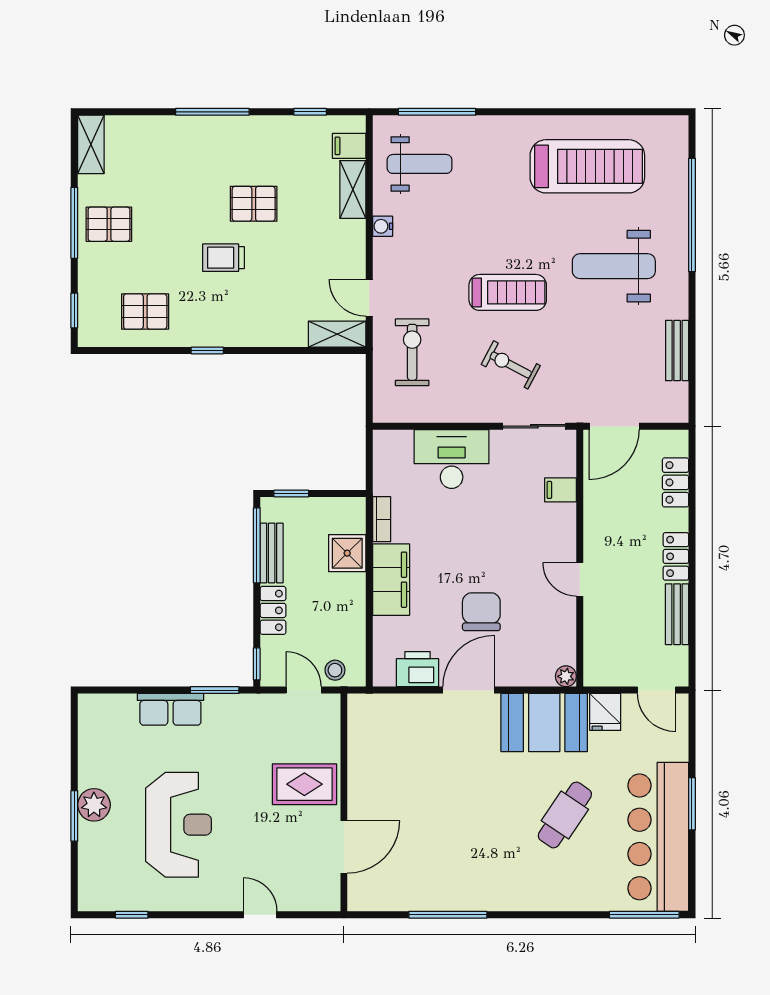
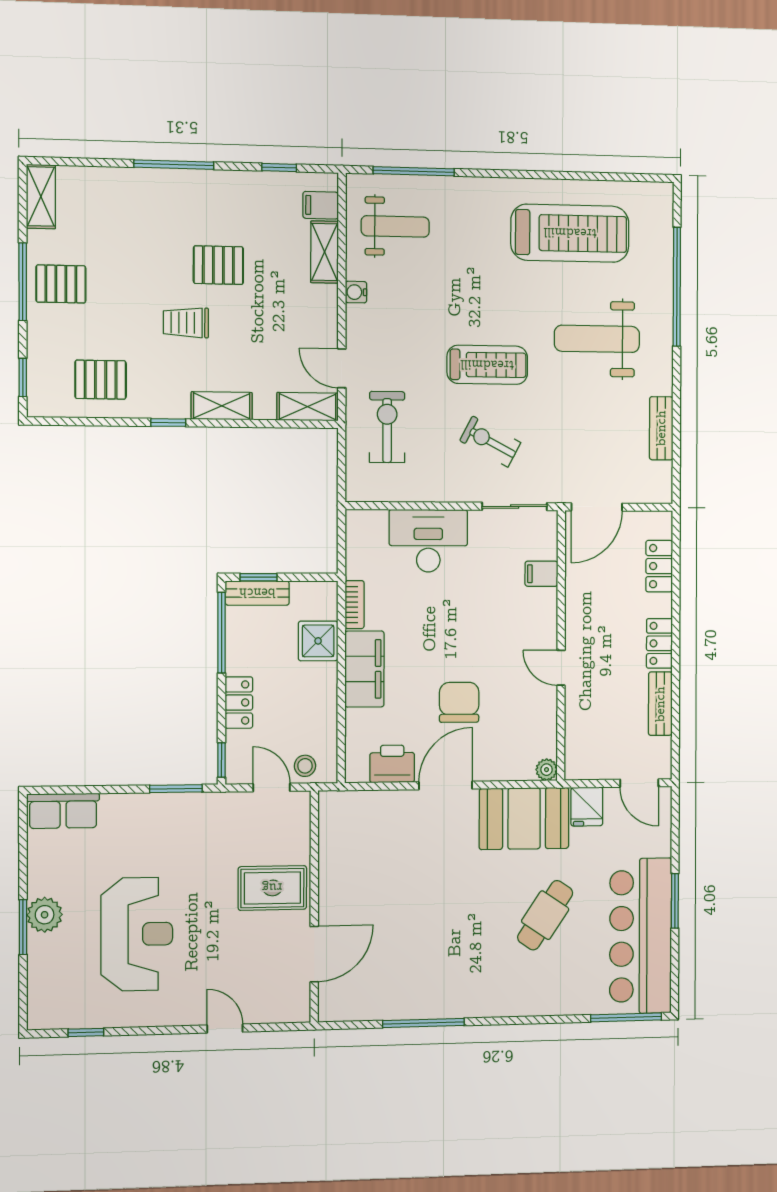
shelving: (257, 334) -> (222, 406), added
bench: (272, 553) -> (257, 593), moved, turned 90
row of seats: (170, 709) -> (63, 811), moved

